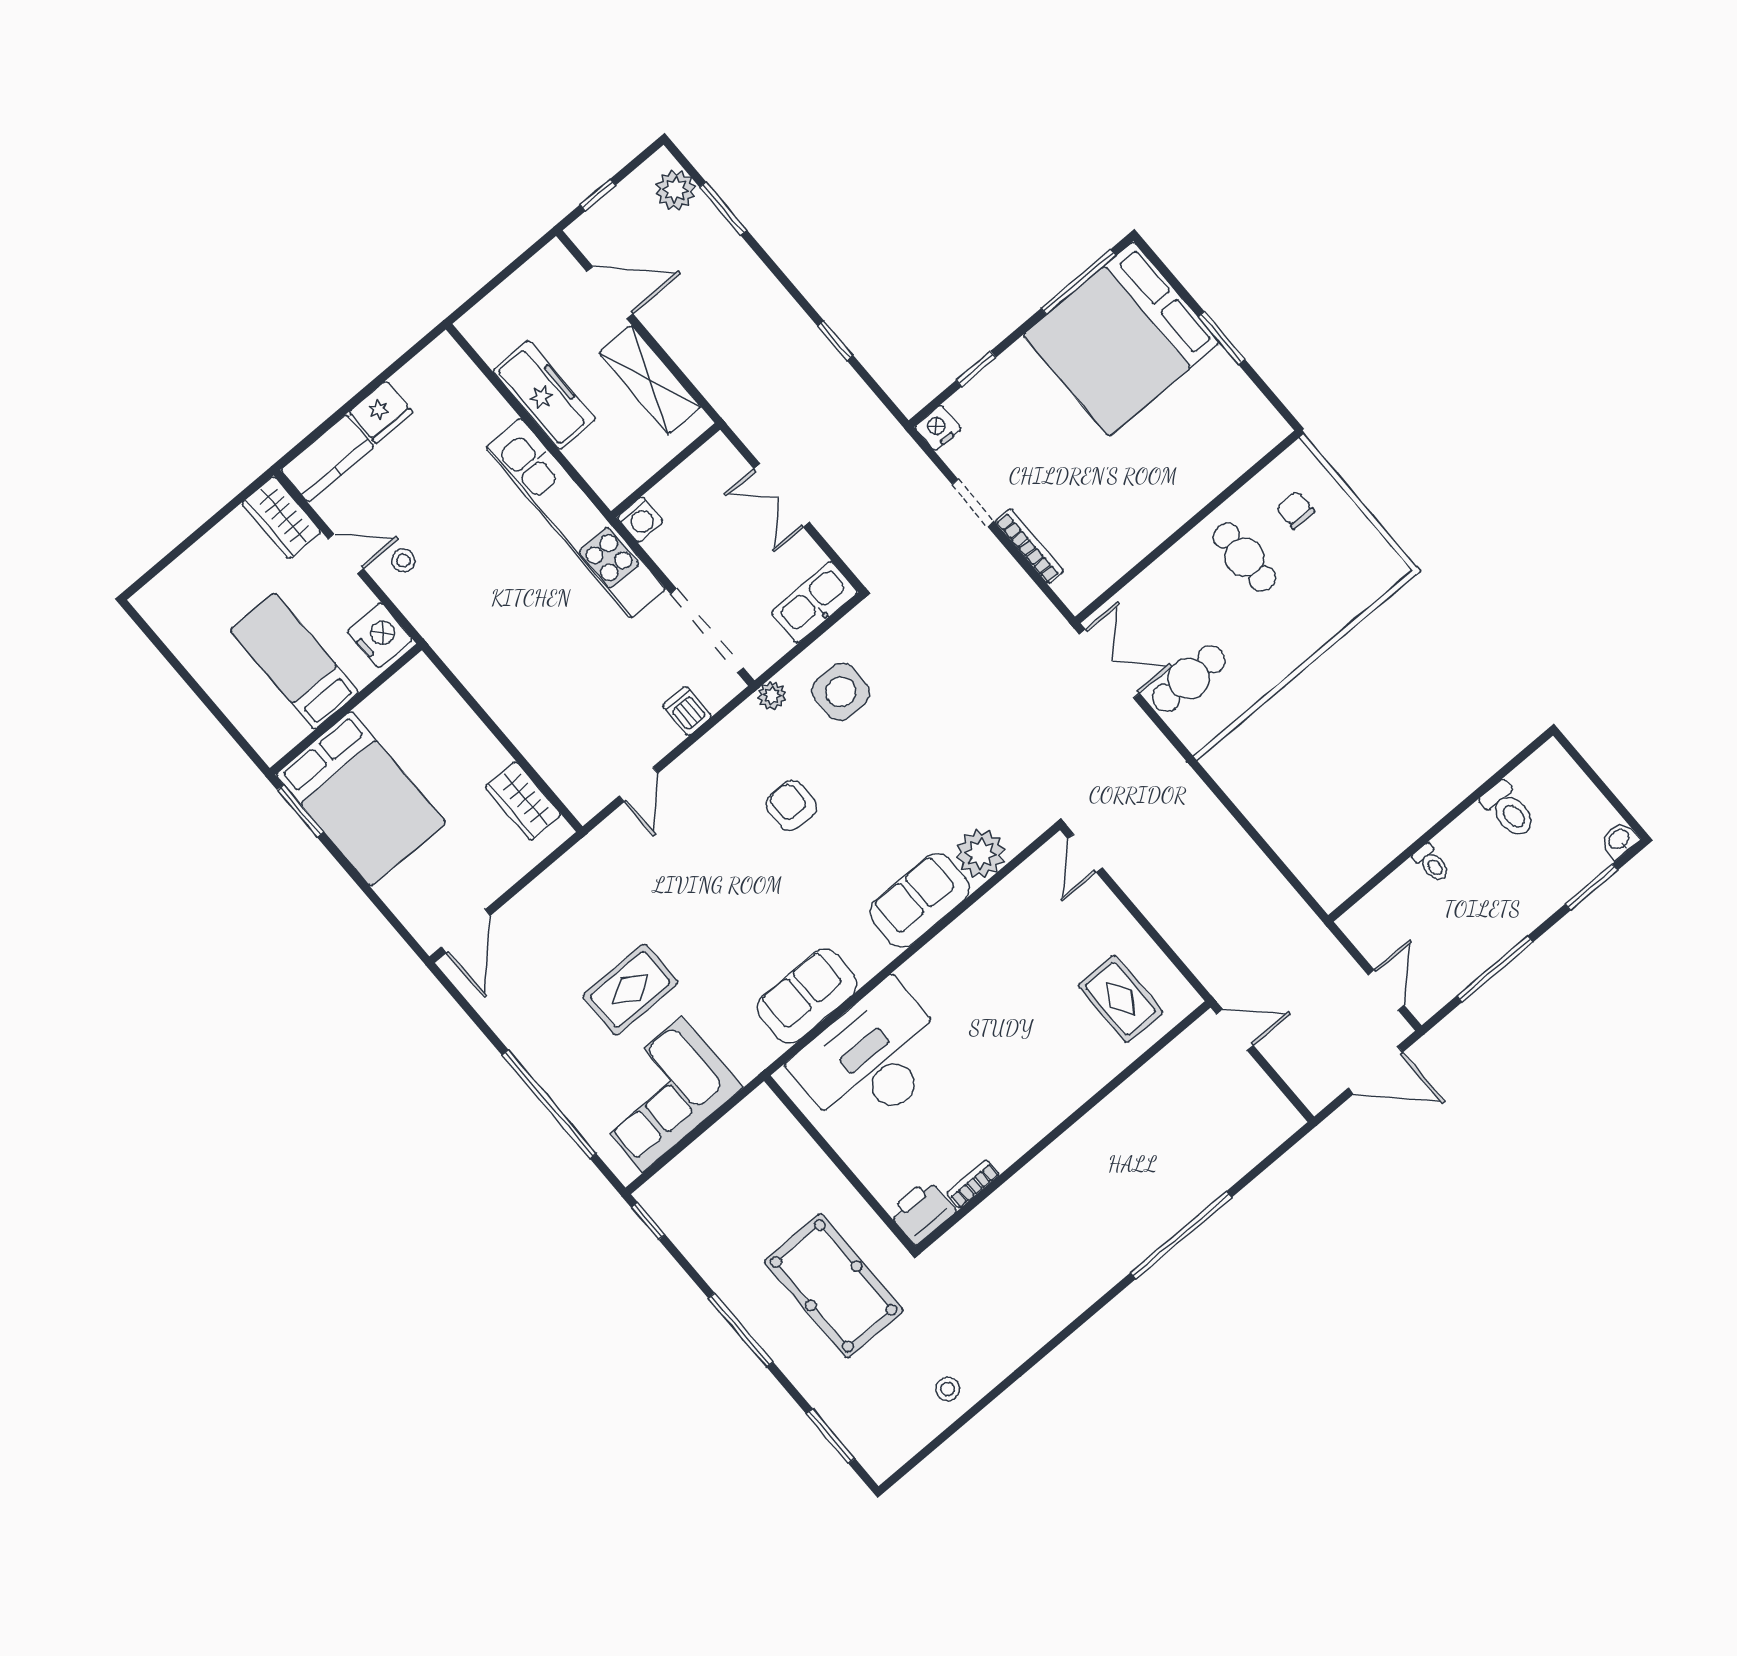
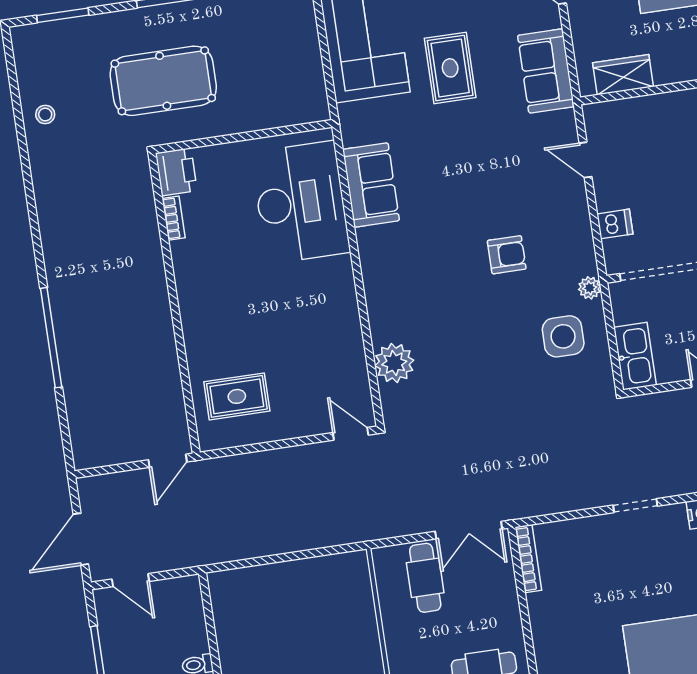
bookcase: (1029, 546) -> (528, 559), moved, turned -90
sofa: (919, 901) -> (546, 71), moved, turned 180

